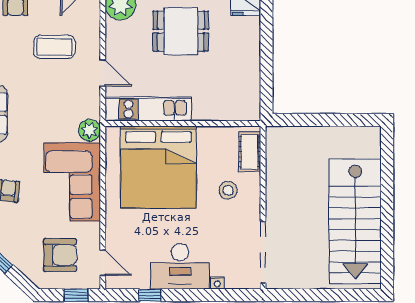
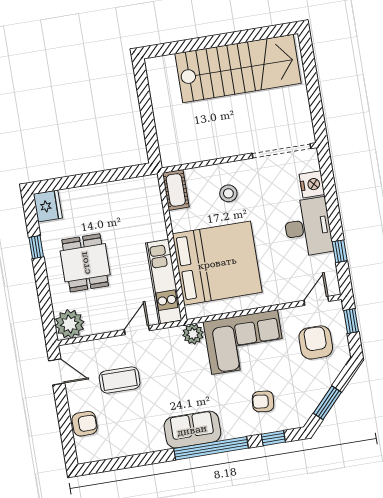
coffee table: (54, 47) -> (120, 380), turned 90
cot: (250, 152) -> (176, 190), moved, turned 90
nightstand: (217, 283) -> (312, 184), width x1.89, depth x1.79

